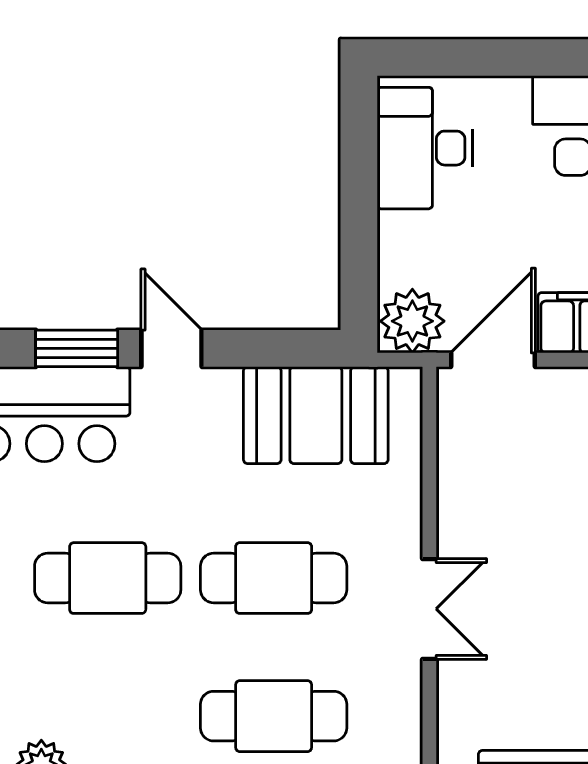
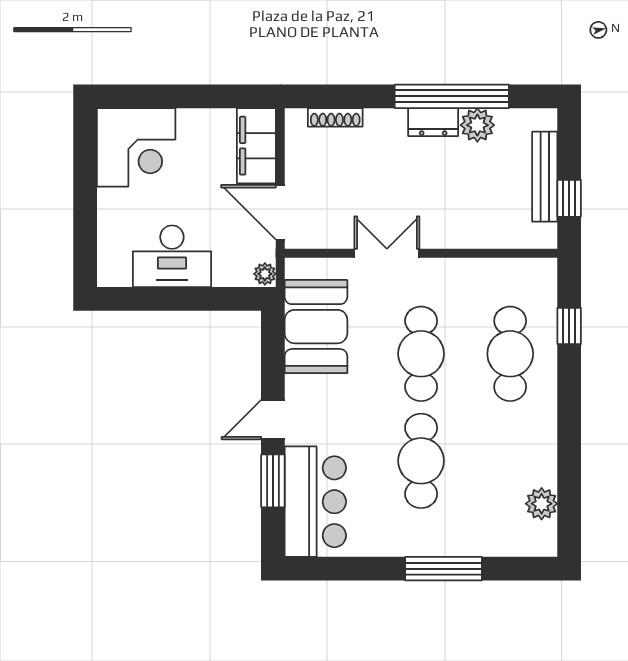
desk: (425, 148) -> (172, 256), moved
plant: (412, 321) -> (265, 274), width x0.53, depth x0.53
double door: (429, 609) -> (387, 253), moved

